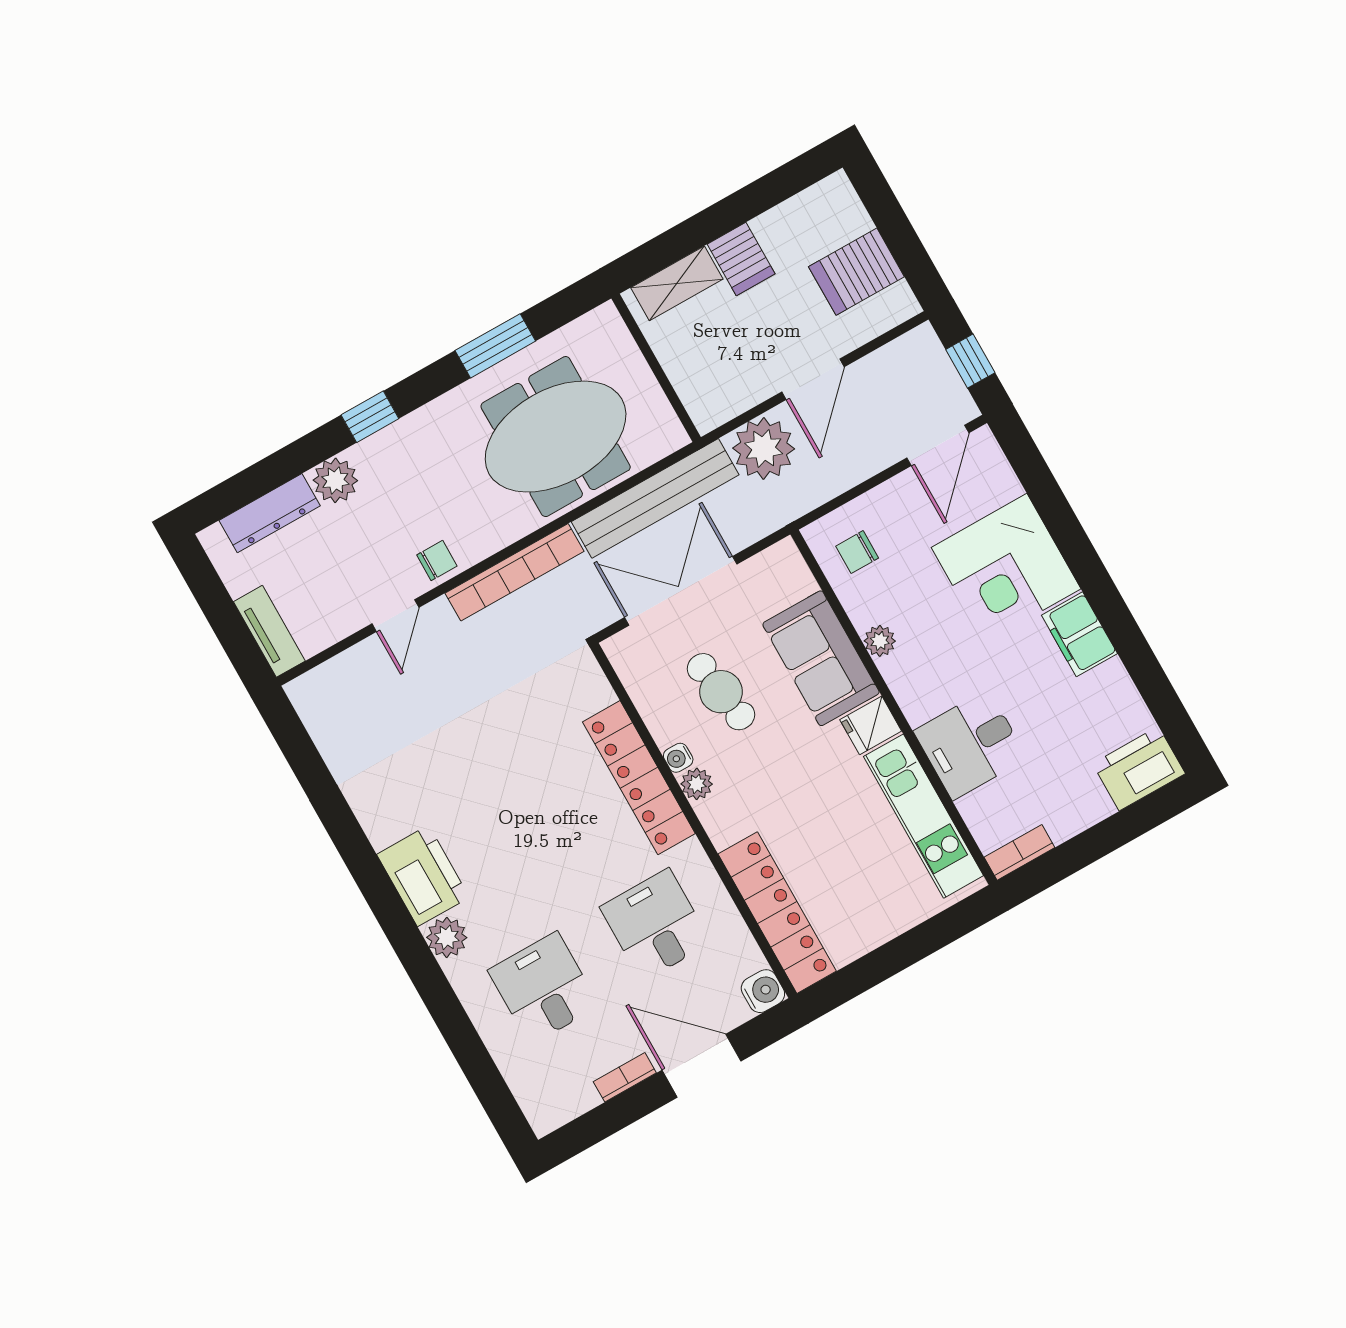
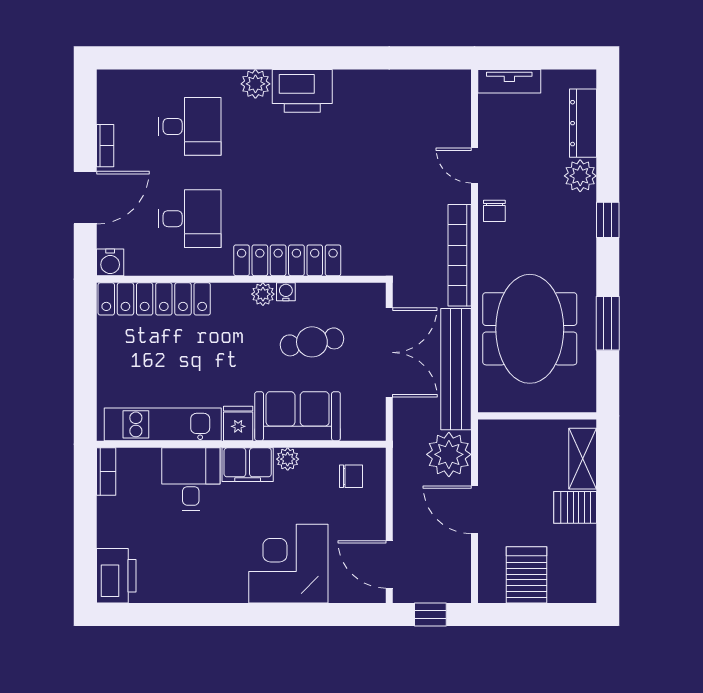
chair: (857, 552) -> (351, 476), turned 90
filing cabinet: (1079, 634) -> (248, 465), moved, turned 180

